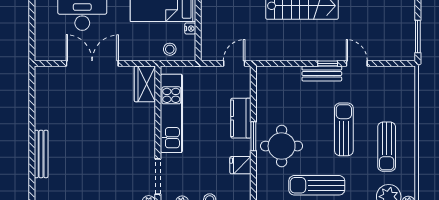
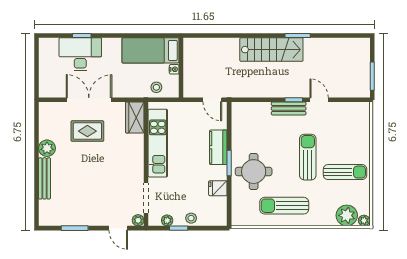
door: (234, 63) -> (212, 100), swing flipped
rug: (90, 99) -> (87, 131), added
plant: (44, 119) -> (47, 148), added
sun lounger: (387, 147) -> (345, 172), turned -90

